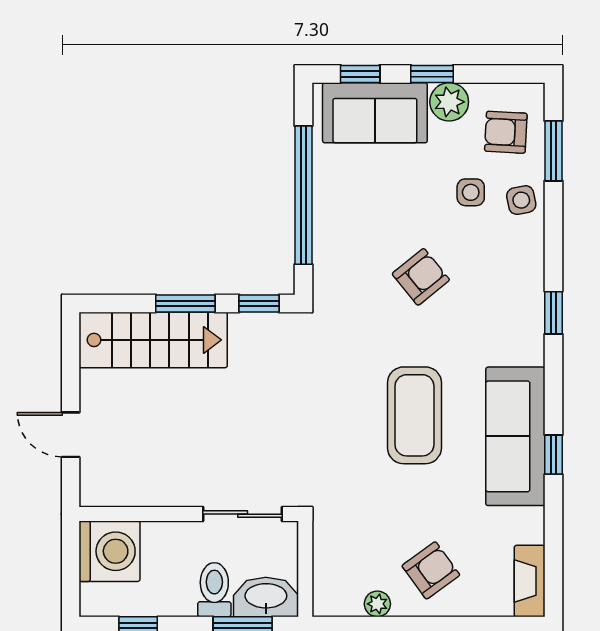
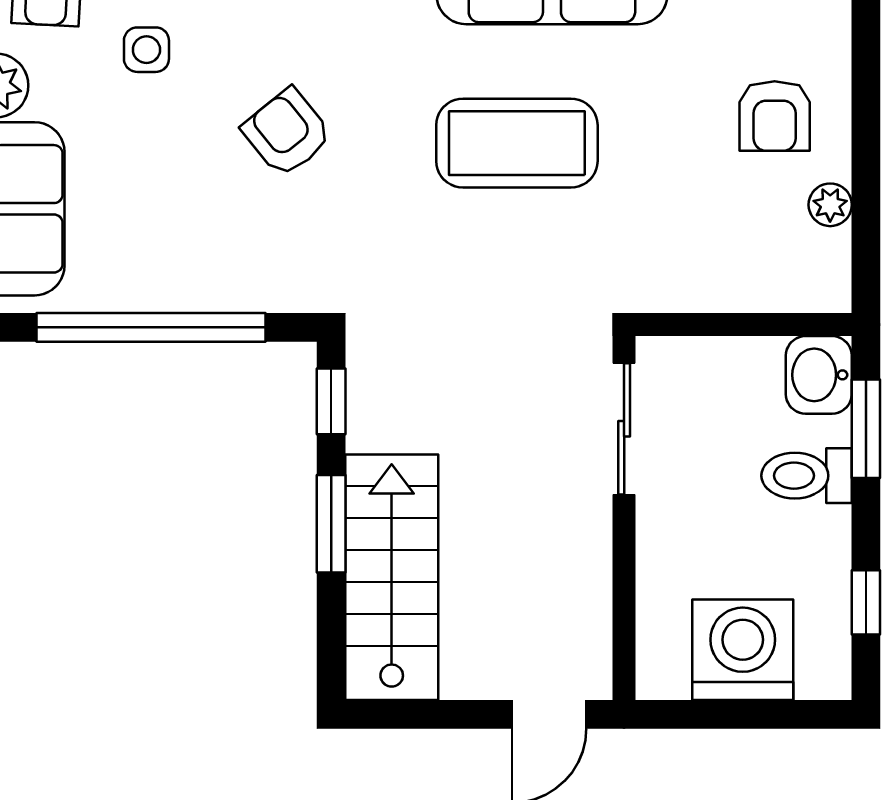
wall: (189, 514) -> (624, 518), moved
sliding door: (243, 514) -> (624, 429), moved
armchair: (431, 570) -> (775, 116), turned -144
washbasin: (266, 597) -> (819, 375), width x0.72

